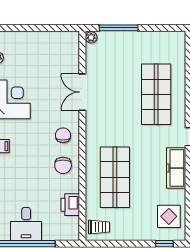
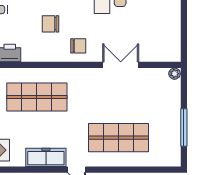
window: (119, 28) -> (184, 127), moved
chair: (63, 165) -> (50, 24), moved

